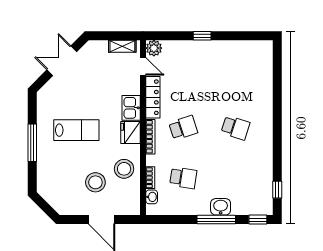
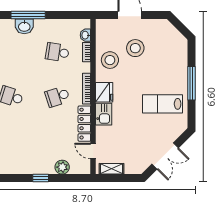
plant: (154, 48) -> (62, 167), moved
lab bench: (76, 130) -> (162, 104), moved

